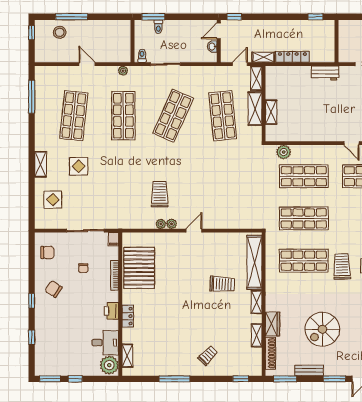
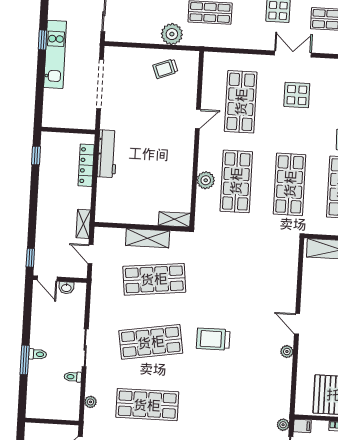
wall: (132, 41) -> (52, 422), moved
locker: (292, 57) -> (86, 165), moved
workbench: (325, 73) -> (107, 154), width x1.37
shelving: (256, 78) -> (109, 234), removed
shelving: (271, 112) -> (174, 219), moved
shop shelf: (173, 116) -> (151, 342), turned -33
plant: (284, 152) -> (206, 180), moved
trolley: (160, 194) -> (213, 339), moved
plant: (161, 224) -> (283, 425), moved

